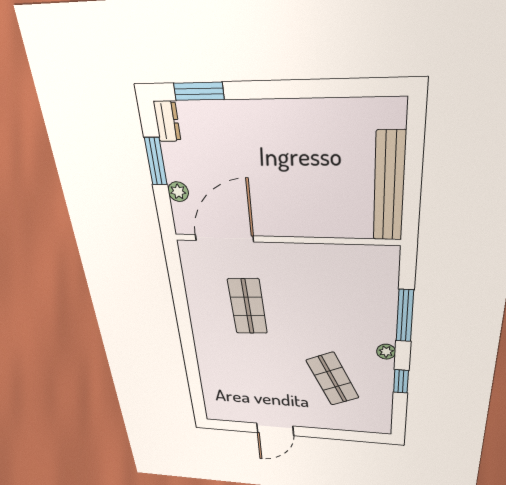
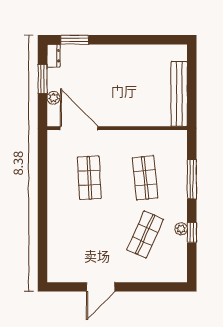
door: (224, 238) -> (79, 128), hinge flipped
shop shelf: (331, 310) -> (145, 178), added
plant: (386, 352) -> (181, 229), moved
shop shelf: (333, 379) -> (145, 234), turned 48

